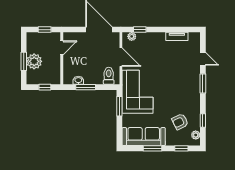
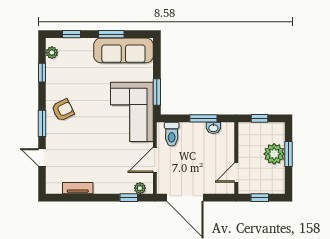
door: (121, 57) -> (155, 160), hinge flipped
armchair: (180, 122) -> (63, 110), moved

